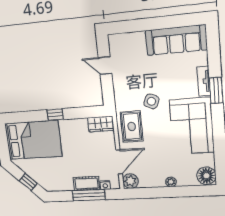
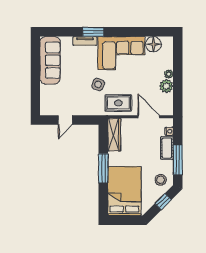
window: (55, 115) -> (103, 168), width x2.17
wardrobe: (101, 124) -> (114, 135), width x1.50
floor lamp: (206, 176) -> (153, 44), moved
stool: (51, 178) -> (161, 180), added
plant: (130, 181) -> (166, 86), moved
window: (89, 195) -> (178, 160), moved

